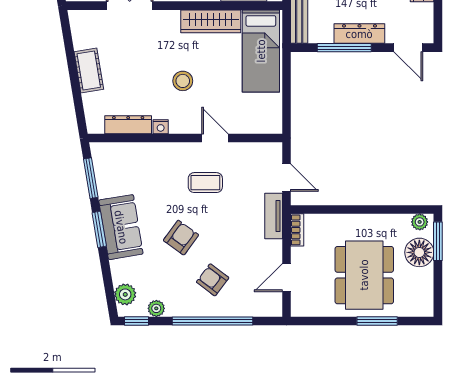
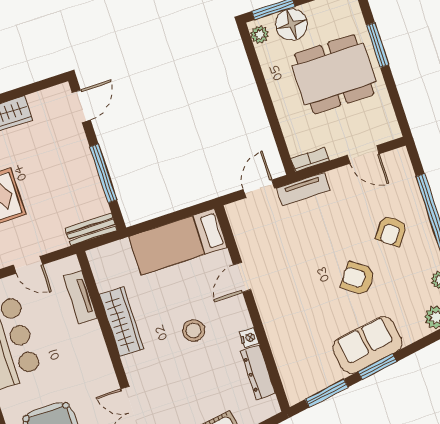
dresser: (359, 34) -> (83, 162), removed
bed: (261, 51) -> (178, 242), moved, turned 180
coffee table: (205, 183) -> (292, 272), removed

